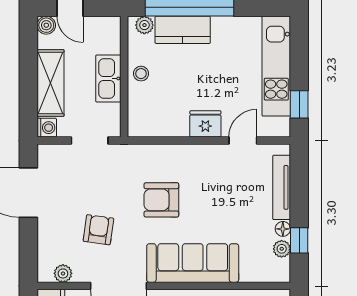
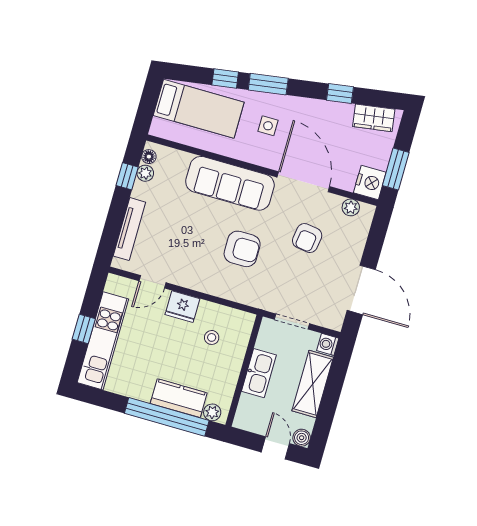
stool: (141, 74) -> (212, 337), moved
window: (299, 104) -> (84, 329), moved
floor lamp: (283, 229) -> (149, 157), moved

